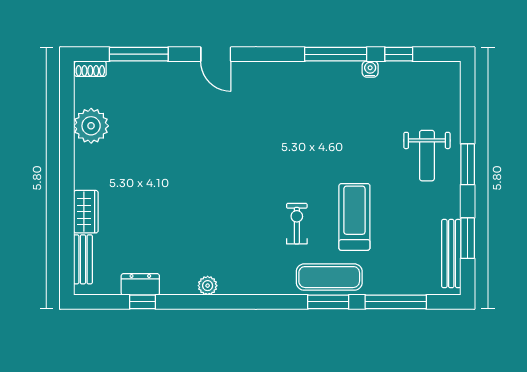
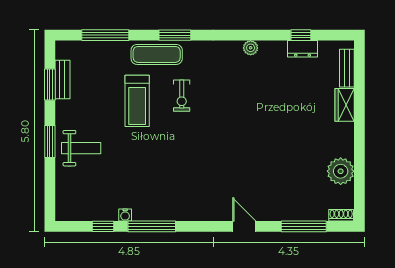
weight bench: (427, 156) -> (81, 148), turned 90
bench: (451, 254) -> (62, 80), width x0.73
window: (328, 302) -> (175, 35), moved

